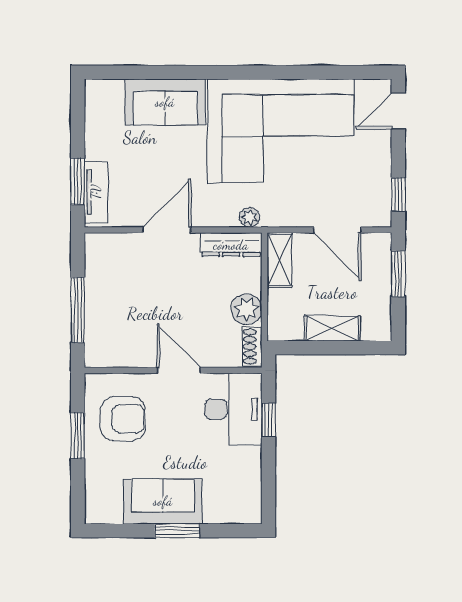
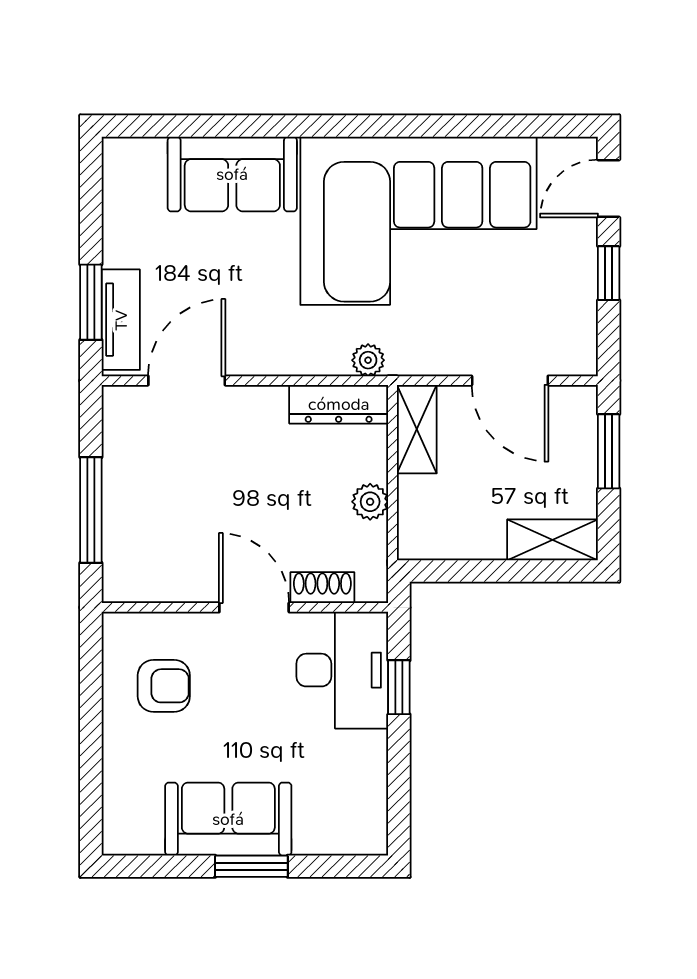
window: (398, 194) -> (609, 273), moved
door: (167, 230) -> (187, 381), moved
plant: (246, 309) -> (370, 502), width x0.73, depth x0.73
shelving: (332, 329) -> (552, 540), moved
shoe rack: (252, 347) -> (322, 588), moved, turned 90
armchair: (123, 419) -> (164, 686), width x0.72, depth x0.72
window: (78, 436) -> (91, 713), removed

